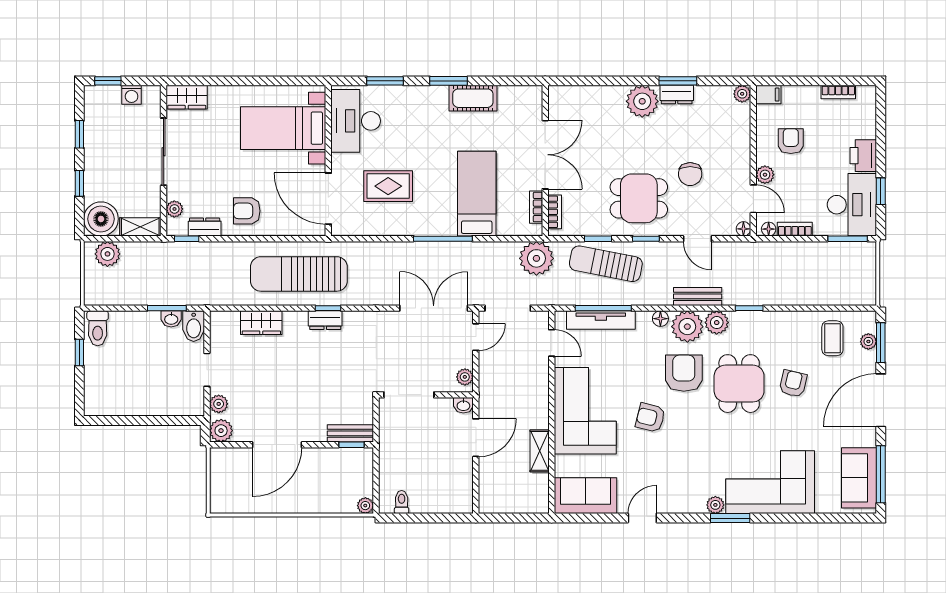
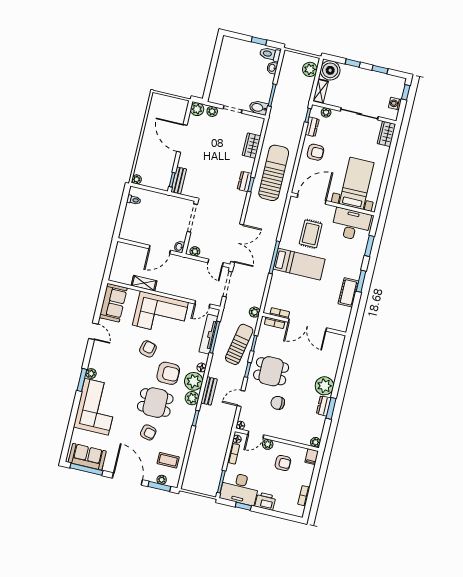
bed: (477, 194) -> (299, 264), moved
dining table: (639, 198) -> (271, 371), turned 90
armchair: (247, 211) -> (315, 152), turned 90
plant: (536, 258) -> (255, 312), width x0.53, depth x0.53
washbasin: (171, 319) -> (272, 68), moved
door: (476, 438) -> (160, 249), hinge flipped

